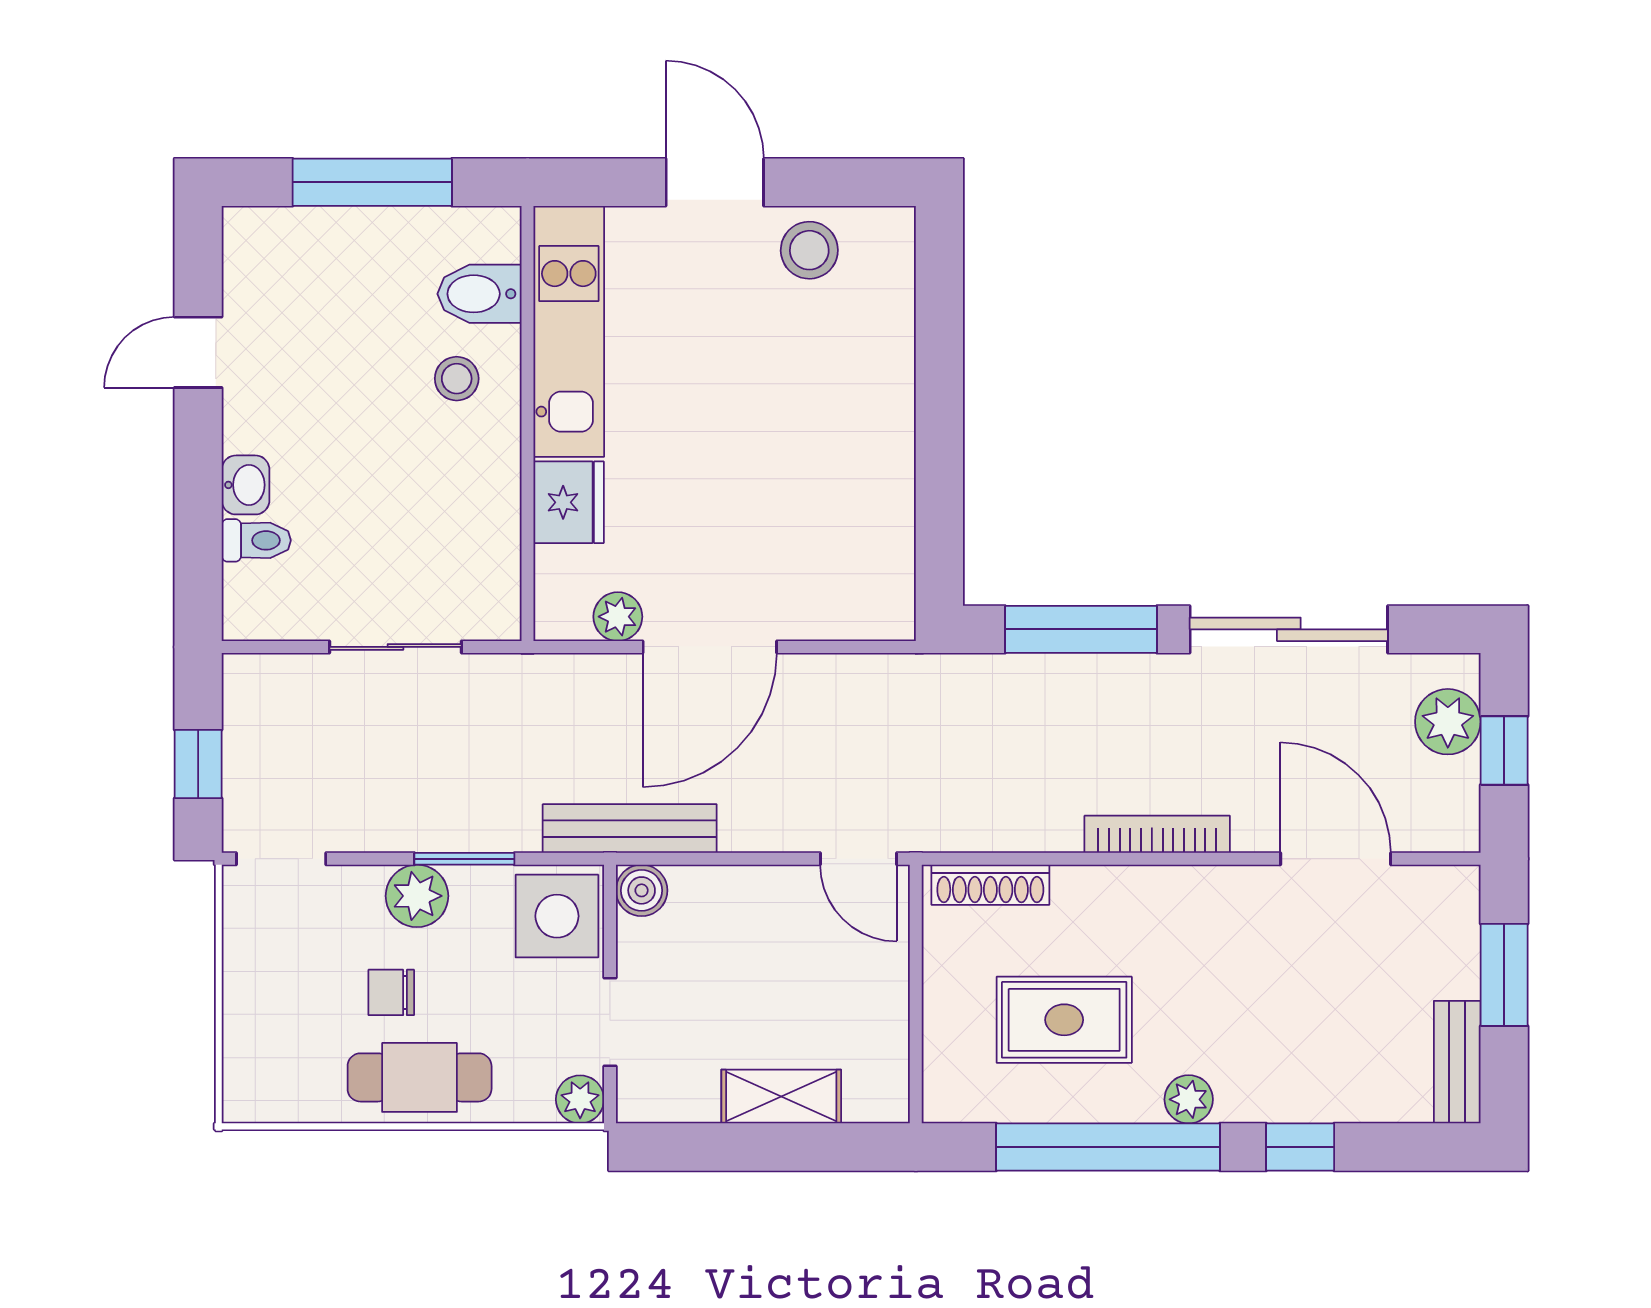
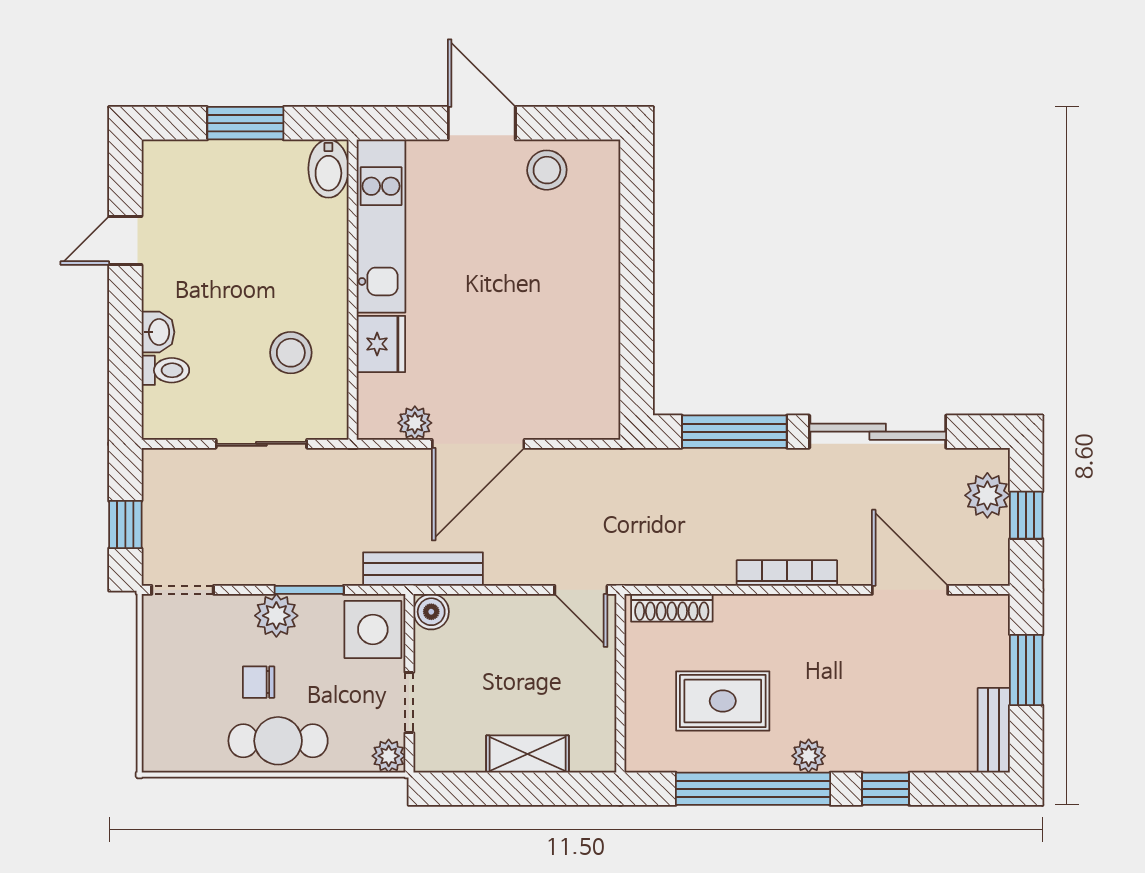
window: (372, 182) -> (245, 123), width x0.69
bidet: (480, 294) -> (328, 169), moved, turned -90
stool: (457, 379) -> (291, 353), moved, width x1.37, depth x1.37

